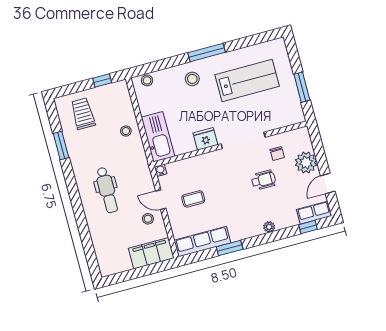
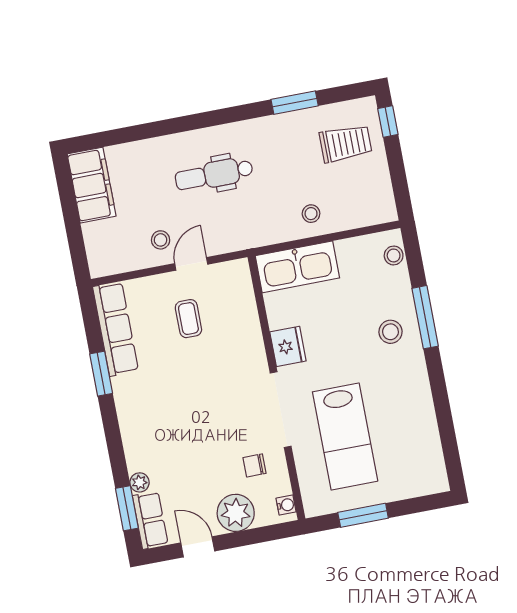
window: (207, 53) -> (425, 317), moved
window: (102, 81) -> (388, 121), moved
lab bench: (247, 81) -> (345, 436), moved
water cooler: (161, 170) -> (286, 505), moved
wheelchair: (263, 180) -> (212, 439), removed
plant: (269, 227) -> (140, 482), moved
window: (308, 227) -> (127, 508), width x1.50
filing cabinet: (151, 253) -> (92, 185), moved

